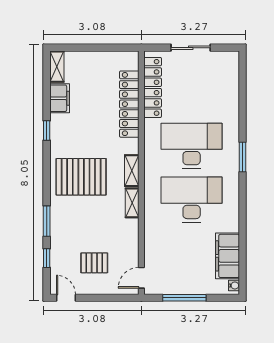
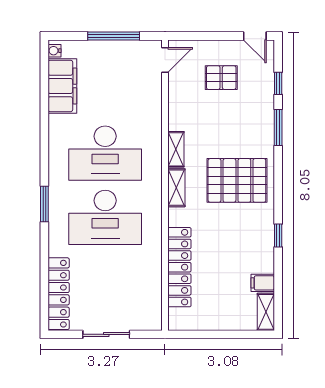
locker: (153, 87) -> (59, 294), moved, turned 180
filing cabinet: (60, 98) -> (263, 283), width x0.50

